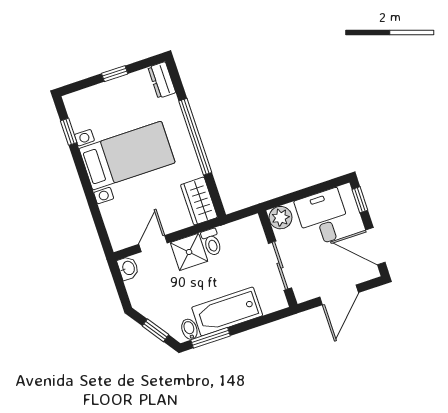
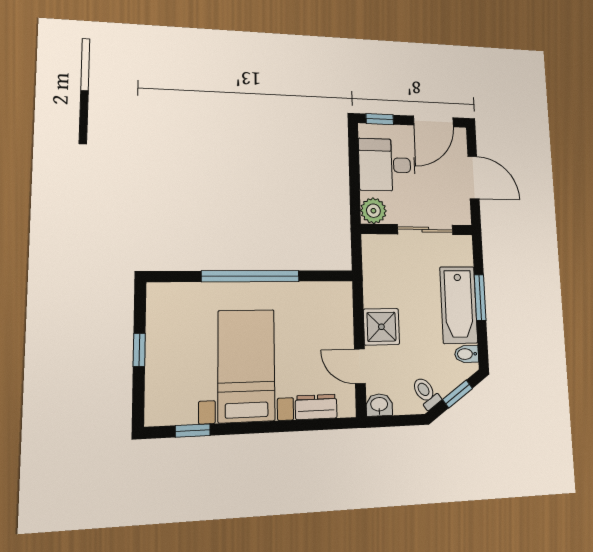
dresser: (162, 80) -> (316, 407), moved, turned 180
wardrobe: (199, 201) -> (327, 296), removed
toilet: (212, 242) -> (426, 393), moved, turned -125
window: (211, 338) -> (480, 297), moved

